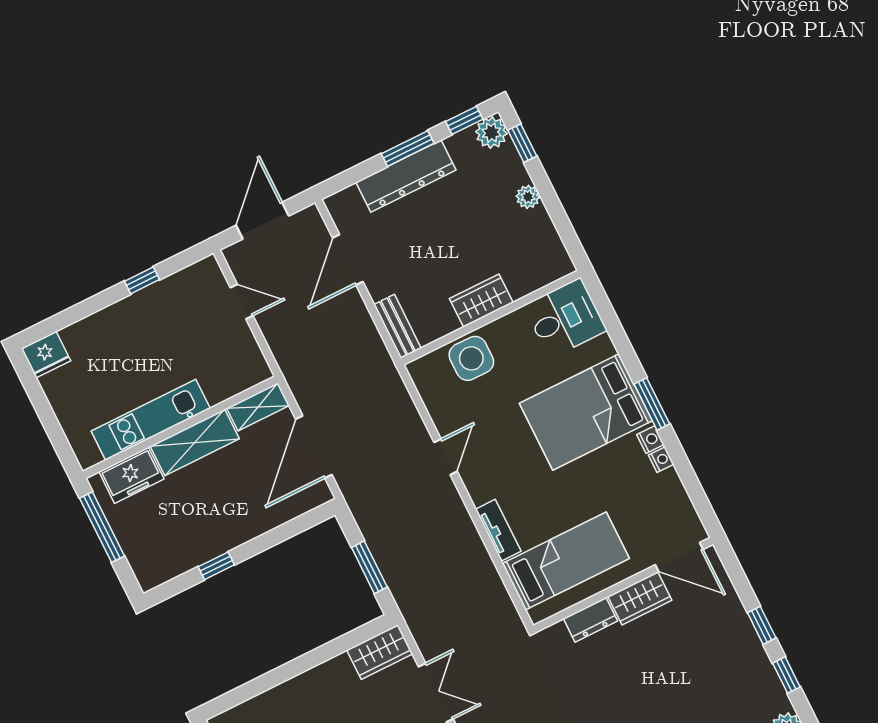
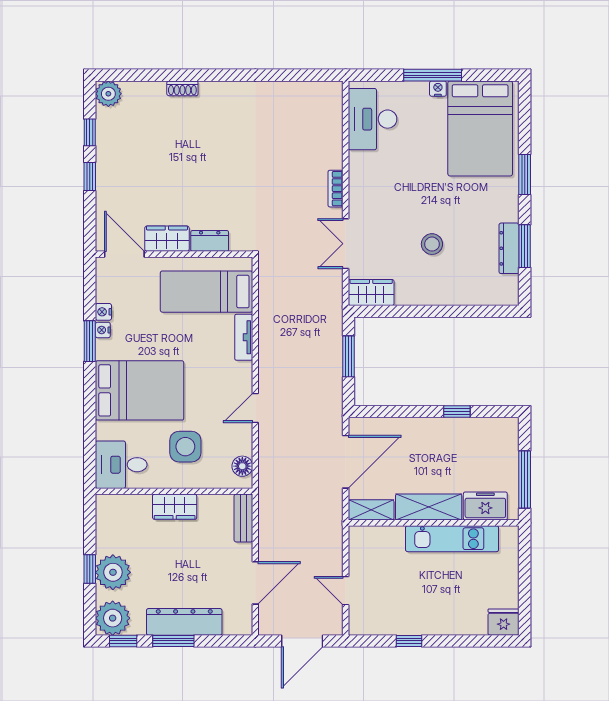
plant: (491, 133) -> (113, 618), width x1.36, depth x1.36
window: (522, 143) -> (90, 569), moved
plant: (528, 197) -> (113, 572), width x1.87, depth x1.87
side table: (471, 358) -> (185, 447), moved
floor lamp: (428, 384) -> (242, 466), added
window: (652, 404) -> (90, 341), moved
nightstand: (650, 440) -> (103, 312), moved

